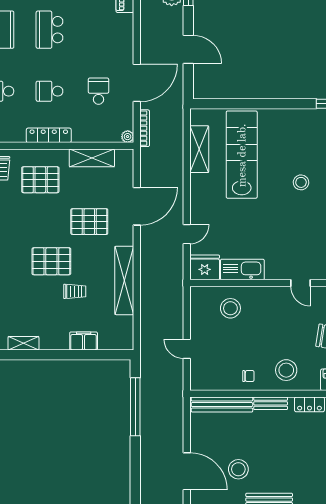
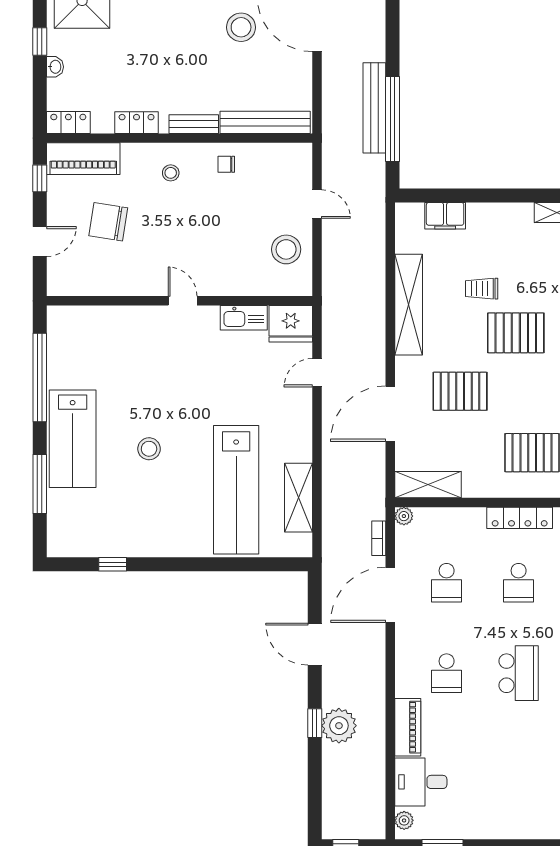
school desk: (99, 30) -> (447, 673), added
school desk: (49, 91) -> (519, 583), turned 90
bookcase: (145, 128) -> (379, 538), width x0.64
shelving: (92, 158) -> (428, 485), moved
kitchen sink: (242, 270) -> (244, 318), width x0.73, depth x0.81
door: (301, 283) -> (183, 301), moved
stool: (230, 308) -> (286, 249), moved
filing cabinet: (84, 341) -> (445, 216), moved
stool: (286, 370) -> (171, 173), width x0.53, depth x0.53
bench: (148, 414) -> (374, 108), added

